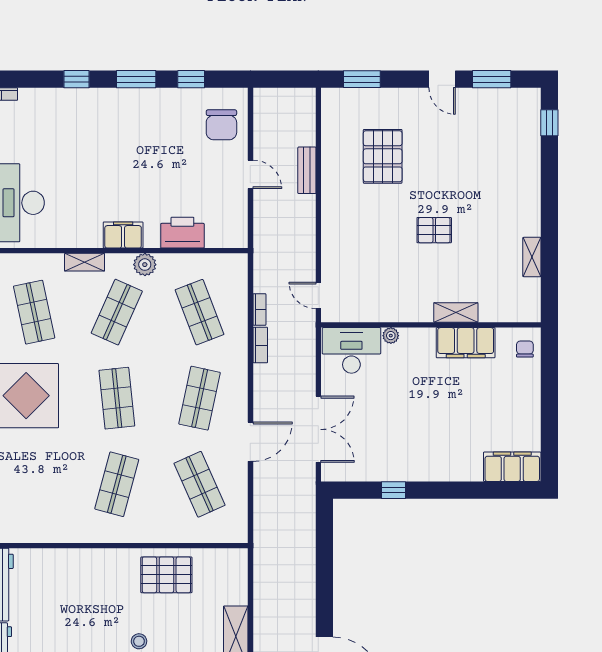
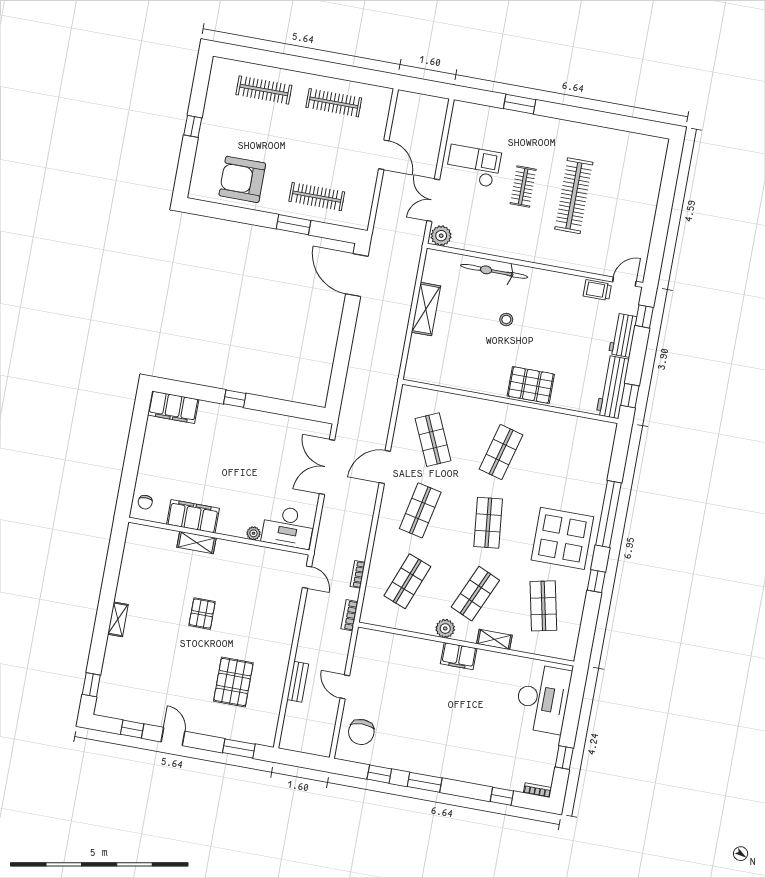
window: (77, 79) -> (502, 796), moved
window: (492, 79) -> (132, 729), width x0.67
chair: (221, 125) -> (361, 732), turned 180
pallet: (434, 230) -> (202, 614), turned 90
printer: (182, 233) -> (409, 649), removed
shelving: (532, 257) -> (118, 619), moved
shop shelf: (200, 312) -> (407, 581), turned 42
bookcase: (260, 345) -> (350, 615), moved
window: (393, 490) -> (235, 399), moved
pallet: (166, 575) -> (531, 385), moved

